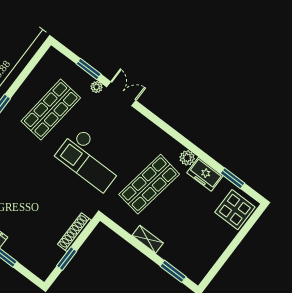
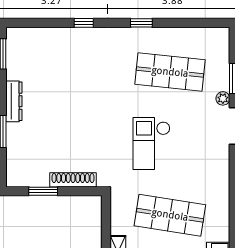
plant: (187, 158) -> (221, 232), removed
checkout: (90, 159) -> (151, 143), width x0.73, depth x0.83

